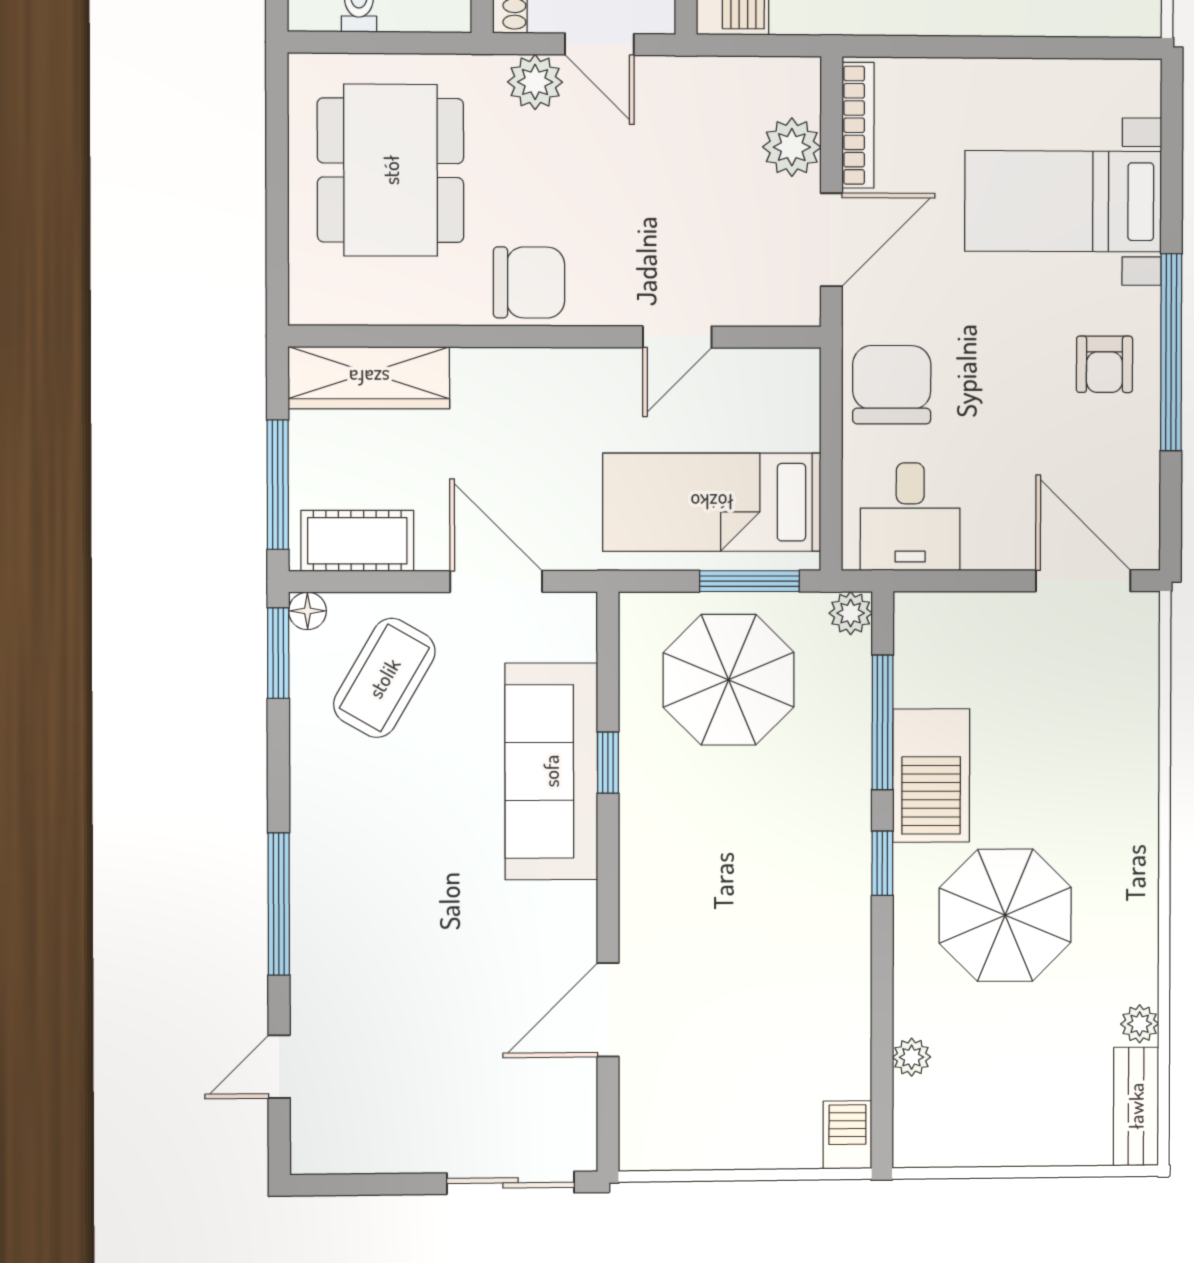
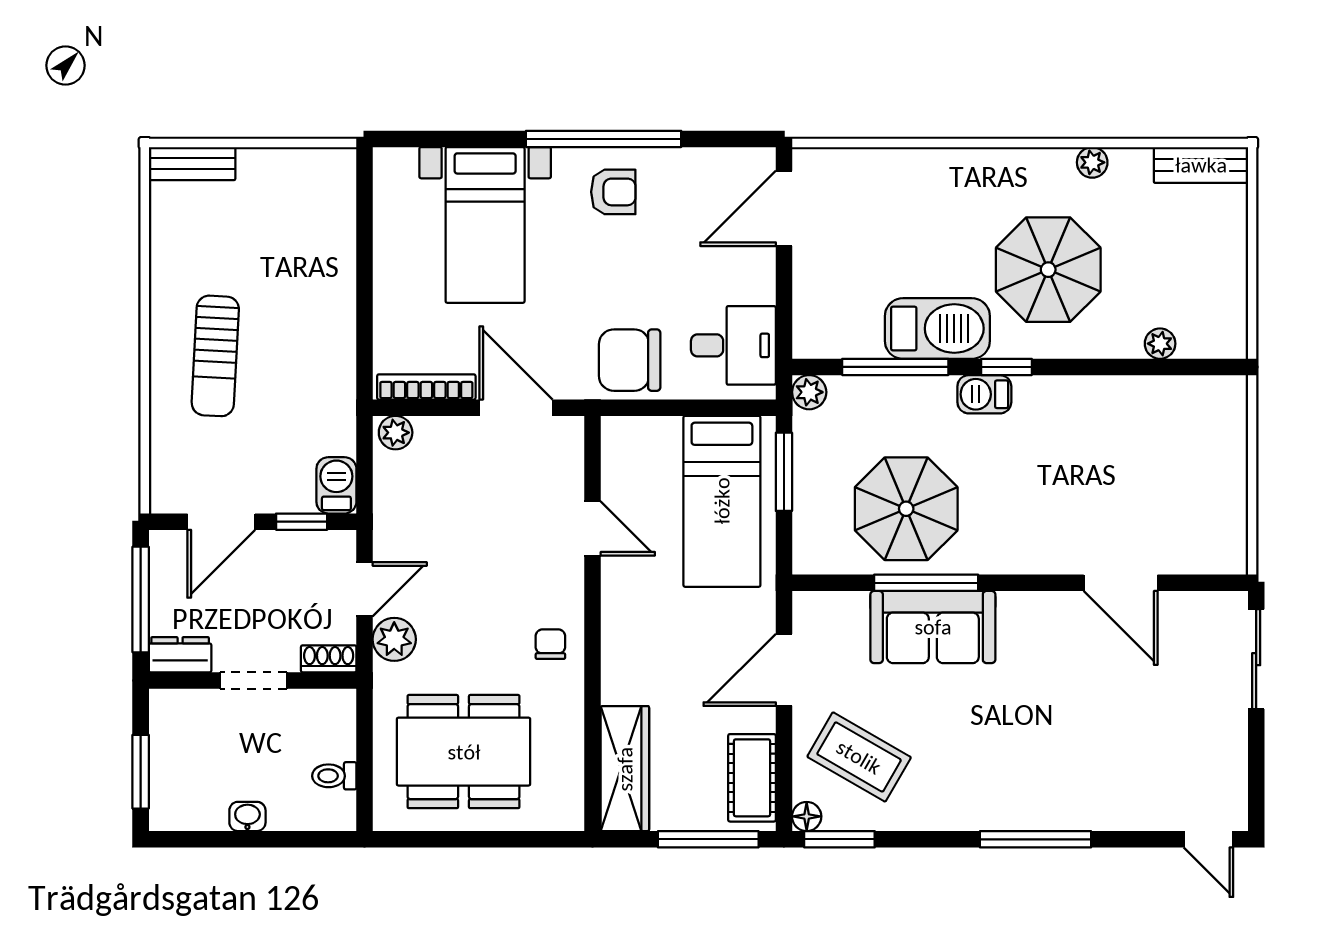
plant: (792, 147) -> (396, 433), moved, width x0.73, depth x0.73
chair: (529, 282) -> (550, 644), width x0.54, depth x0.54
parasol: (729, 680) -> (906, 509), moved
window: (608, 763) -> (926, 583), width x2.17
sofa: (551, 771) -> (933, 627), width x0.73
plant: (1140, 1024) -> (1092, 162), moved
door: (279, 1067) -> (1208, 839), moved
barbecue: (847, 1135) -> (984, 394), moved

